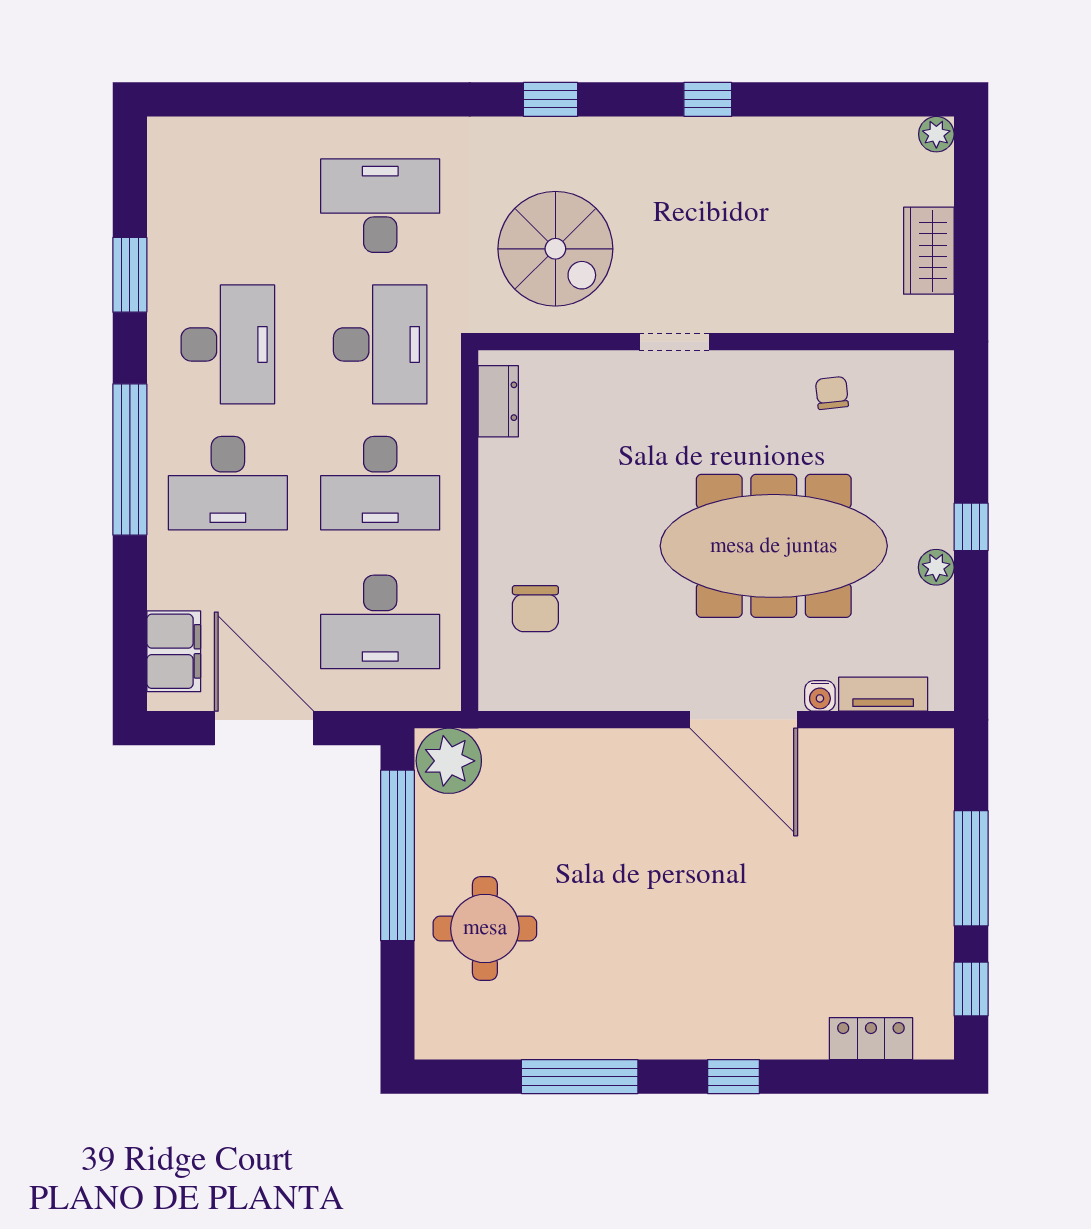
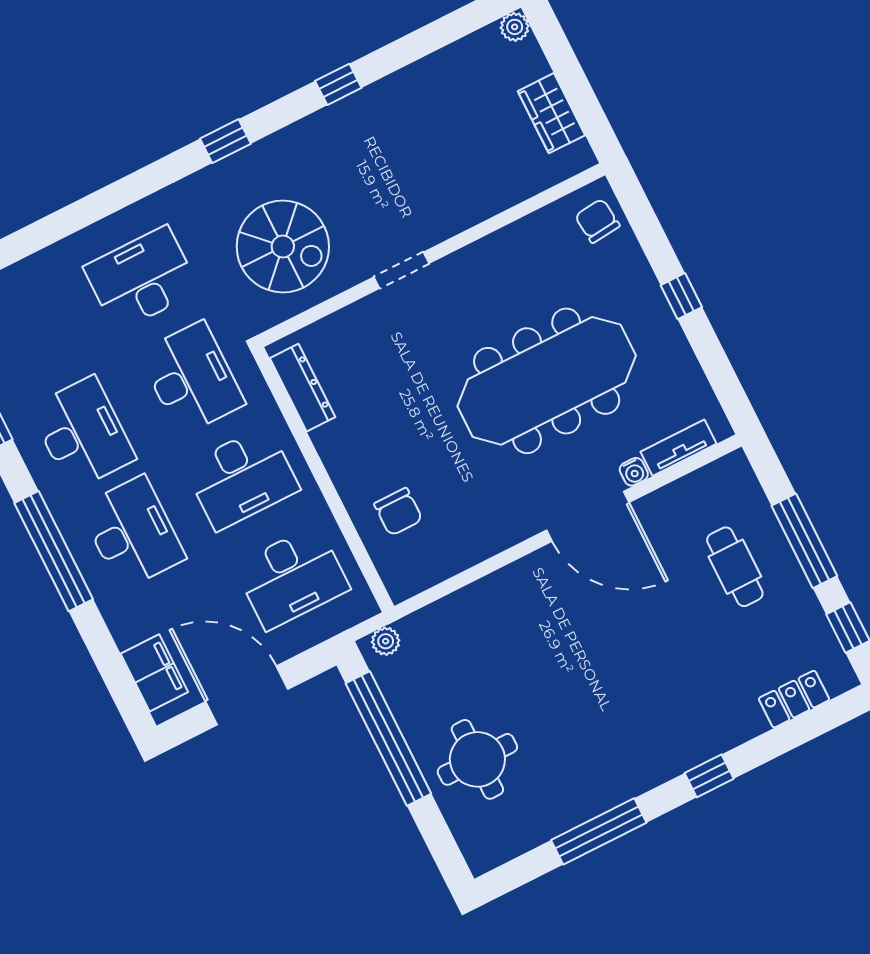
chair: (832, 393) -> (597, 221), moved, width x1.37, depth x1.37
dresser: (498, 401) -> (302, 388), width x1.44
desk: (228, 483) -> (132, 533), turned -90
plant: (936, 567) -> (671, 338), removed
plant: (449, 761) -> (386, 641), width x0.53, depth x0.53
cafe table: (879, 858) -> (735, 567), added

